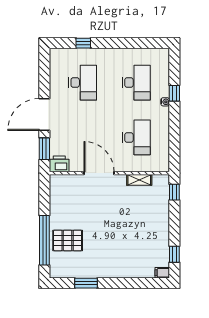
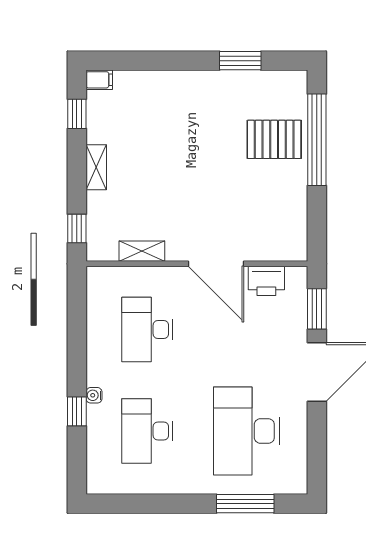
window: (83, 43) -> (245, 504), width x2.17
desk: (83, 83) -> (247, 431), width x1.36, depth x1.30
printer: (59, 164) -> (266, 281), moved
shelving: (164, 225) -> (96, 167), added

